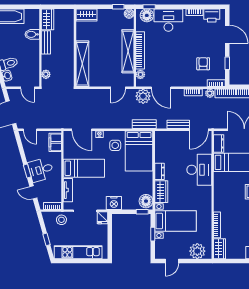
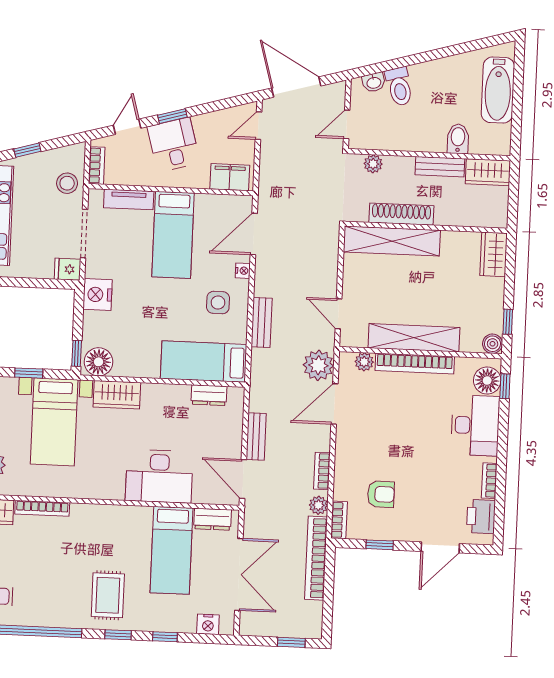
shoe rack: (69, 60) -> (401, 214), added
bench: (144, 124) -> (262, 322), moved
bed: (139, 151) -> (204, 362), width x0.67
dresser: (160, 171) -> (209, 395), moved

